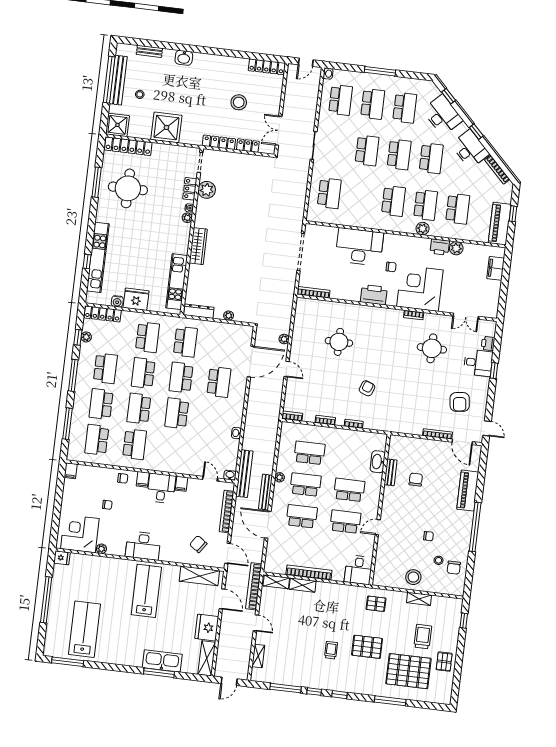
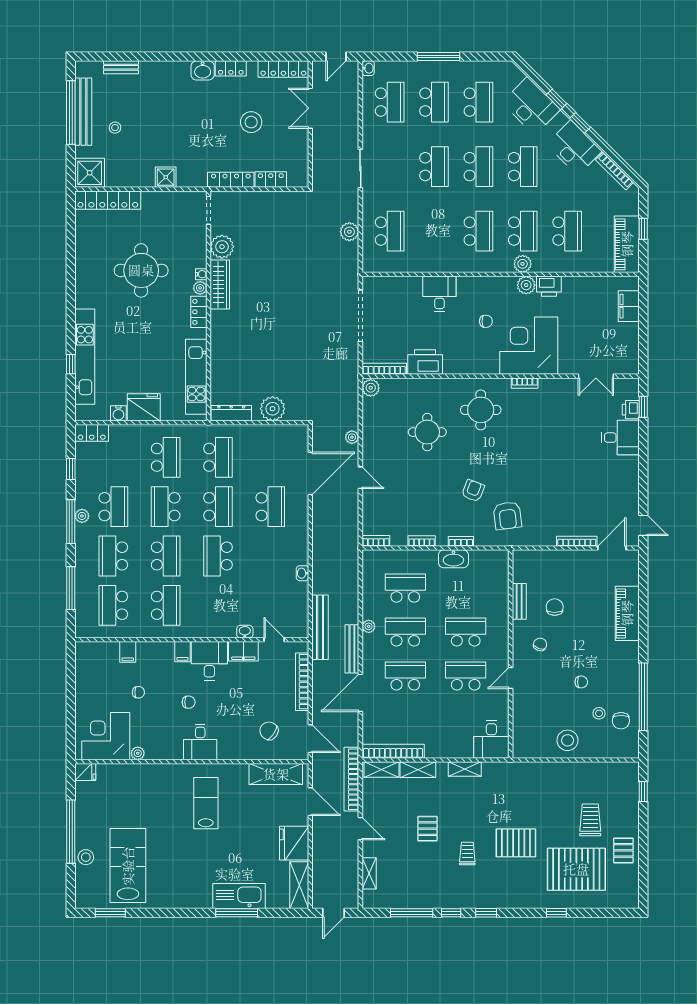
washbasin: (184, 58) -> (203, 70), moved
locker: (229, 62) -> (231, 68), added
window: (449, 96) -> (556, 99), moved
shower: (166, 127) -> (166, 177), width x0.54, depth x0.54
double door: (279, 131) -> (310, 108), moved
window: (97, 182) -> (71, 254), removed
round table: (128, 188) -> (141, 270), moved
locker: (190, 189) -> (199, 312), moved
plant: (300, 190) -> (349, 232), added
wardrobe: (198, 246) -> (220, 285), moved
desk: (359, 247) -> (439, 294), width x0.53, depth x0.77
plant: (456, 248) -> (526, 285), moved
printer: (374, 295) -> (425, 362), moved
plant: (302, 305) -> (371, 388), added
locker: (103, 314) -> (92, 433), width x0.66
plant: (229, 316) -> (273, 409), width x1.88, depth x1.88
plant: (86, 337) -> (82, 516), moved
round table: (432, 348) -> (481, 410), moved
window: (494, 371) -> (643, 407), moved
school desk: (181, 378) -> (218, 507), turned 180
armchair: (460, 402) -> (507, 516), moved
school desk: (139, 409) -> (166, 556), turned 180
door: (462, 442) -> (612, 548), swing flipped
washbasin: (378, 462) -> (453, 559), moved, turned -90
filing cabinet: (71, 471) -> (128, 652), moved
washbasin: (230, 475) -> (245, 632), moved
chair: (123, 478) -> (189, 702), moved
filing cabinet: (181, 484) -> (243, 651), width x2.00
chair: (402, 505) -> (540, 644), added
door: (268, 525) -> (360, 693), hinge flipped
window: (475, 527) -> (643, 697), moved
desk: (143, 546) -> (200, 742), width x0.73
bookcase: (309, 572) -> (393, 751), moved
lab bench: (146, 591) -> (206, 803), width x0.73, depth x0.72
shelving: (419, 599) -> (465, 769), moved
pallet: (376, 604) -> (427, 829), moved, turned 90
stool: (55, 619) -> (86, 857), added
window: (68, 662) -> (110, 913), width x0.69
window: (390, 701) -> (556, 913), width x0.46

